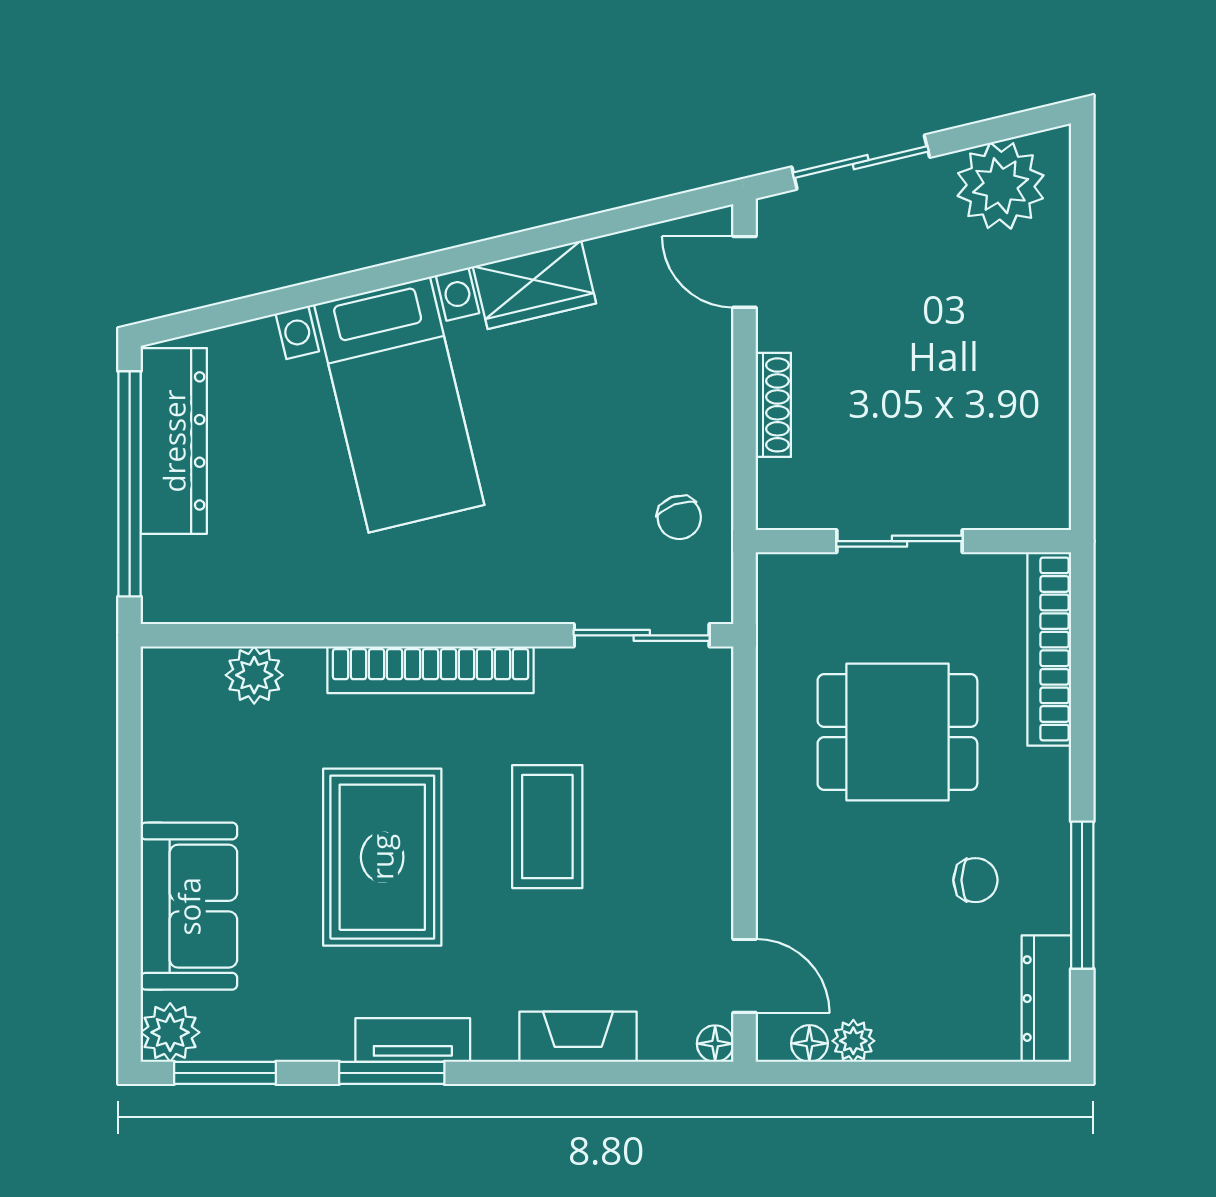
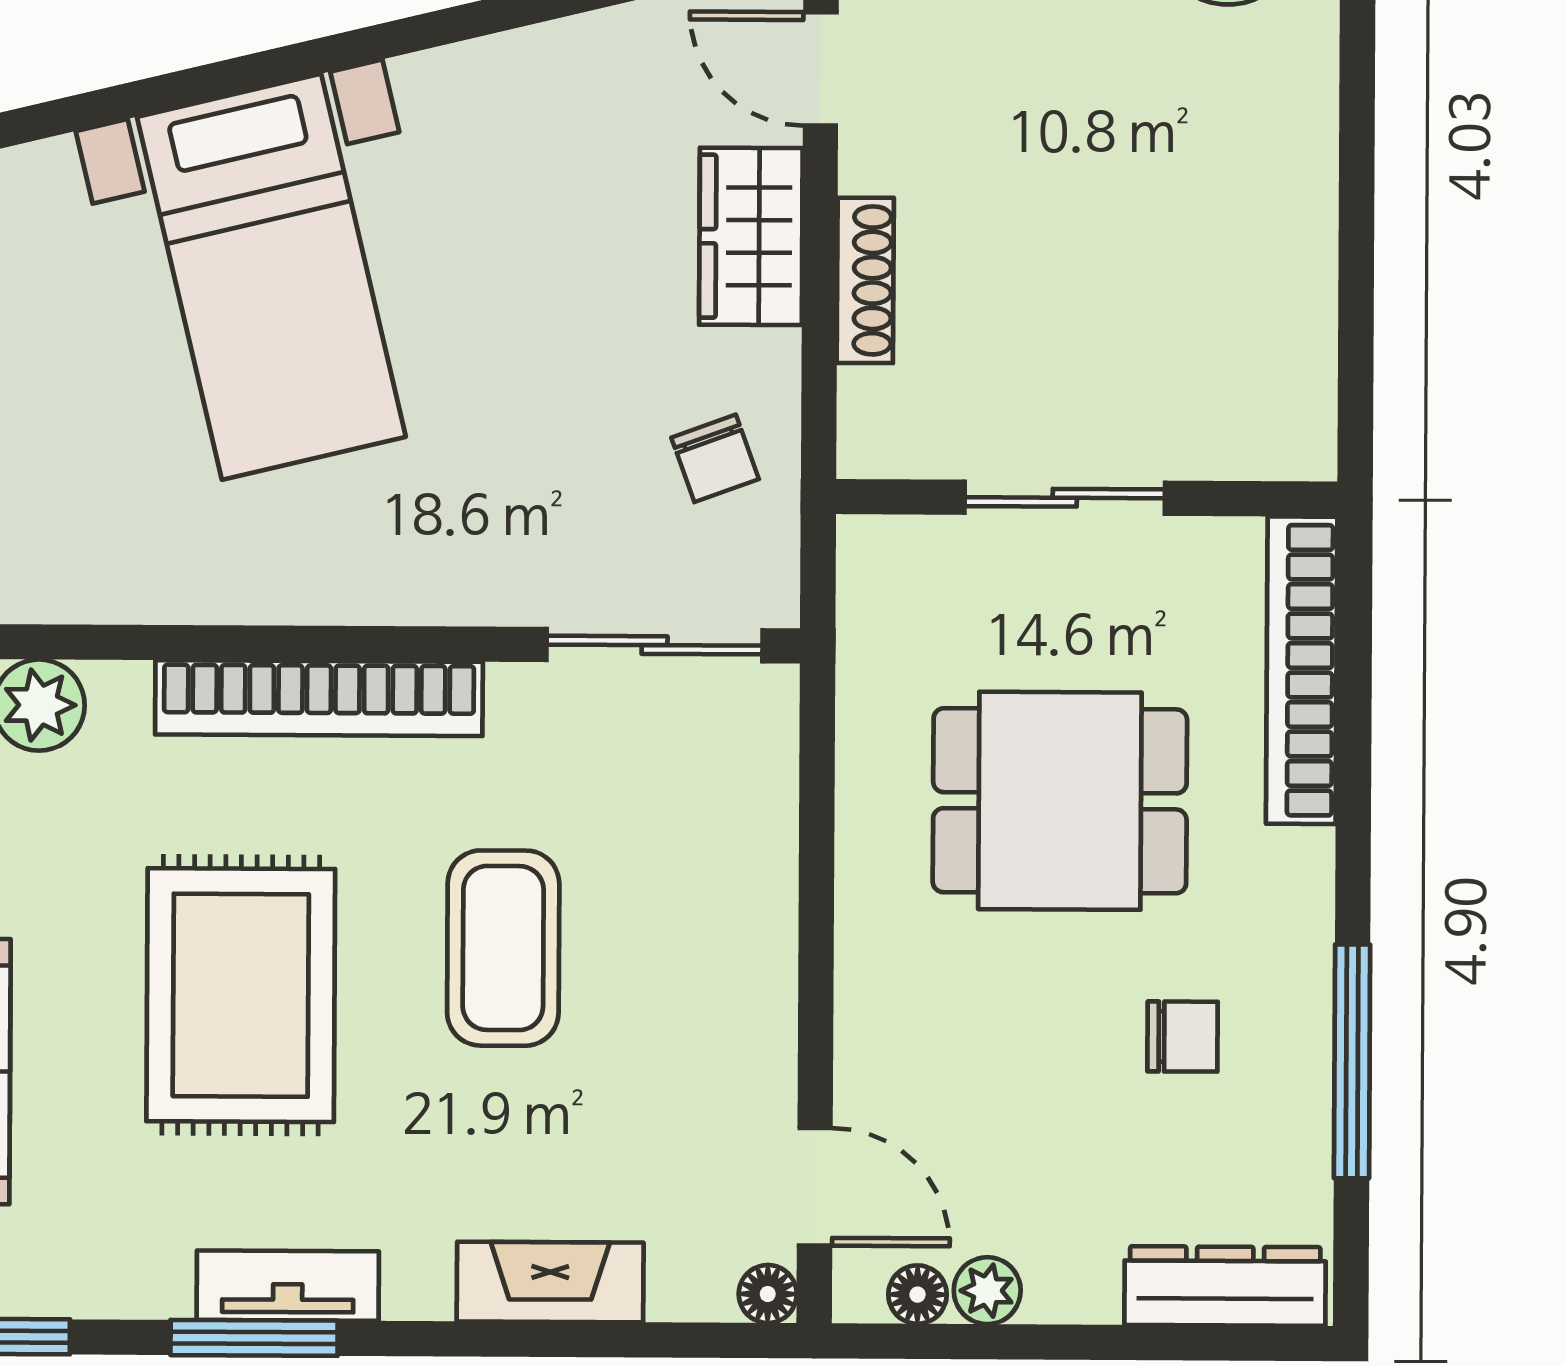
wardrobe: (534, 285) -> (751, 236), moved, turned 103
dresser: (1046, 999) -> (1225, 1286), moved, turned 90

